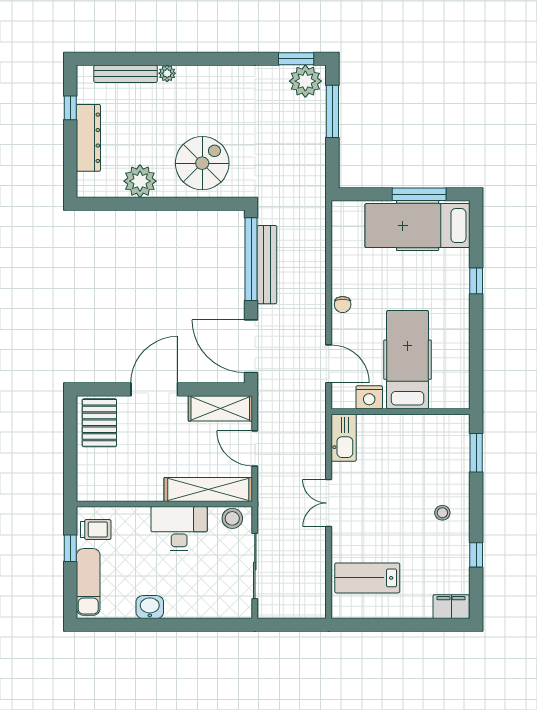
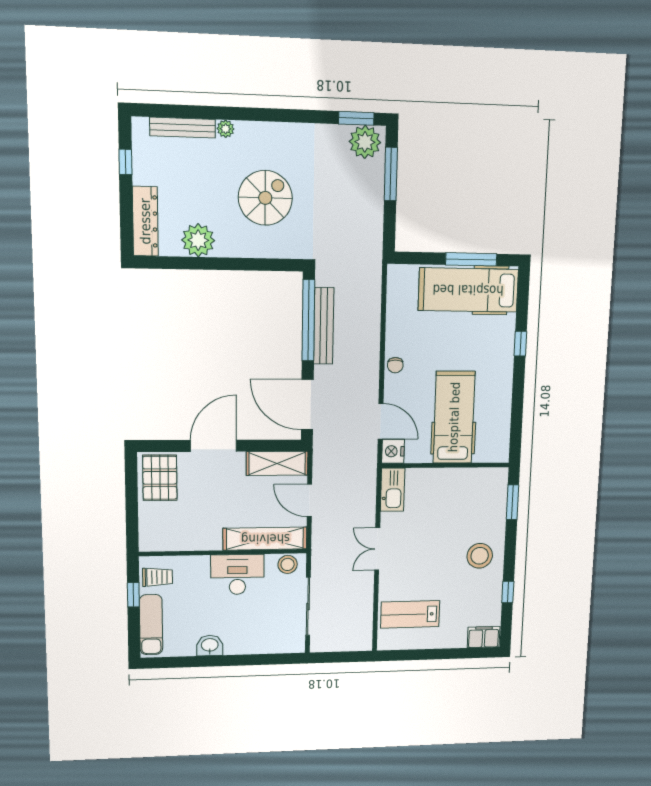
dresser: (88, 138) -> (145, 221), moved
spiral stairs: (202, 163) -> (265, 198), moved
nightstand: (369, 397) -> (393, 451), moved, turned 90
stool: (442, 513) -> (480, 556), width x1.89, depth x1.89

